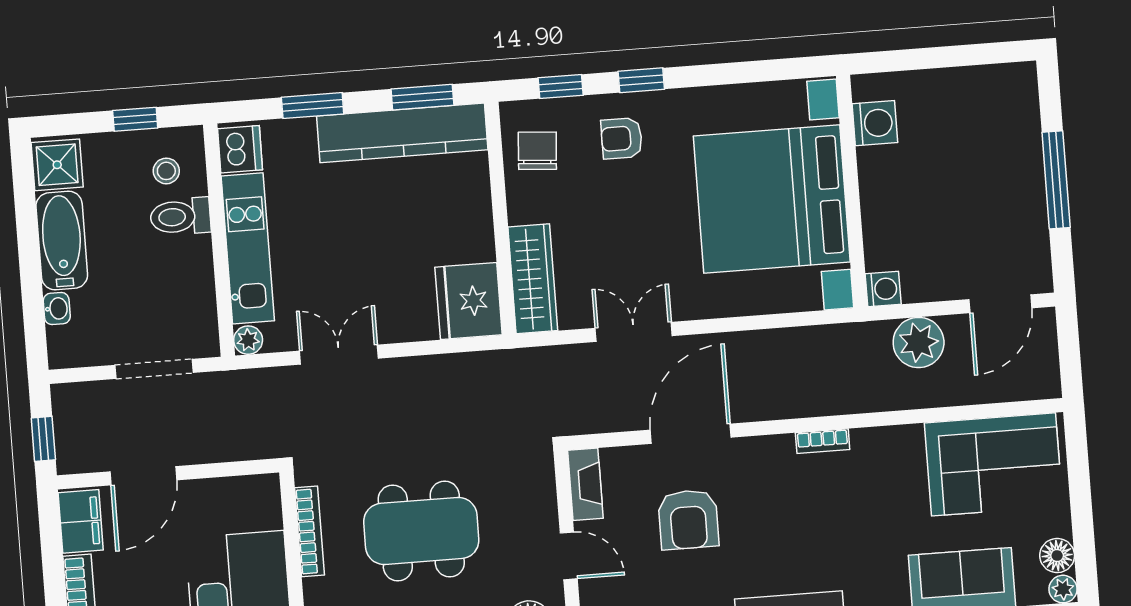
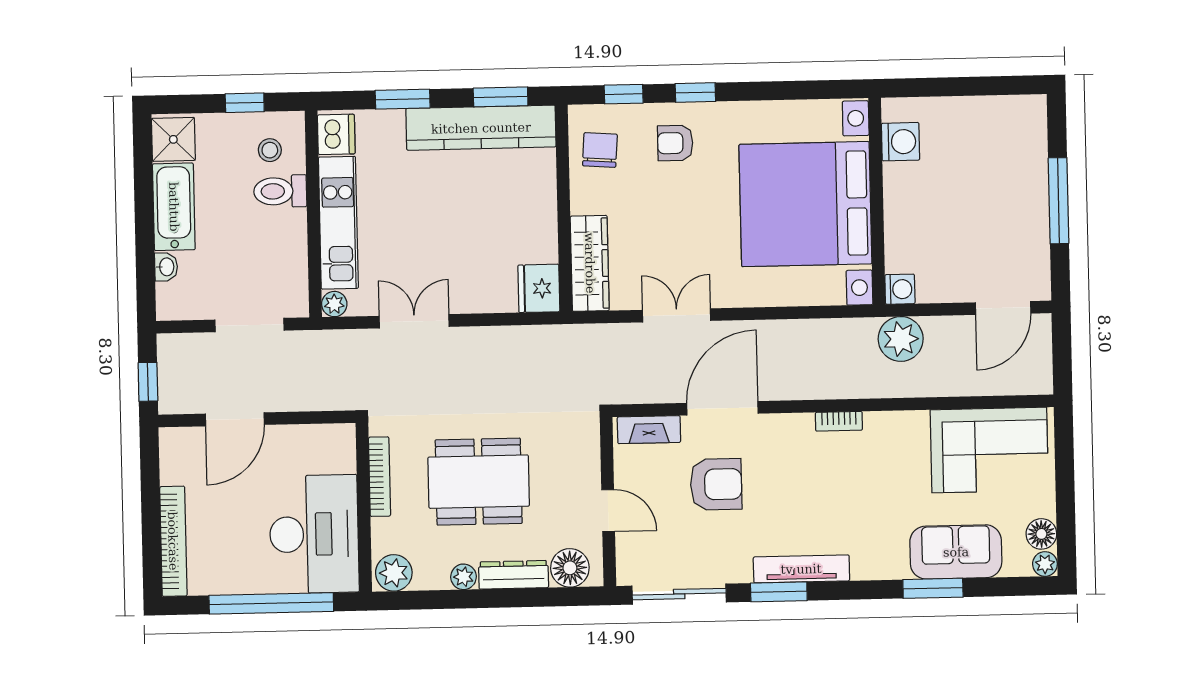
fridge: (469, 301) -> (539, 288), width x0.73, depth x0.75
plant: (919, 342) -> (901, 339), moved
fireplace: (585, 484) -> (649, 430), moved, turned 90
armchair: (688, 520) -> (716, 484), turned -90
filing cabinet: (81, 521) -> (177, 457), removed

